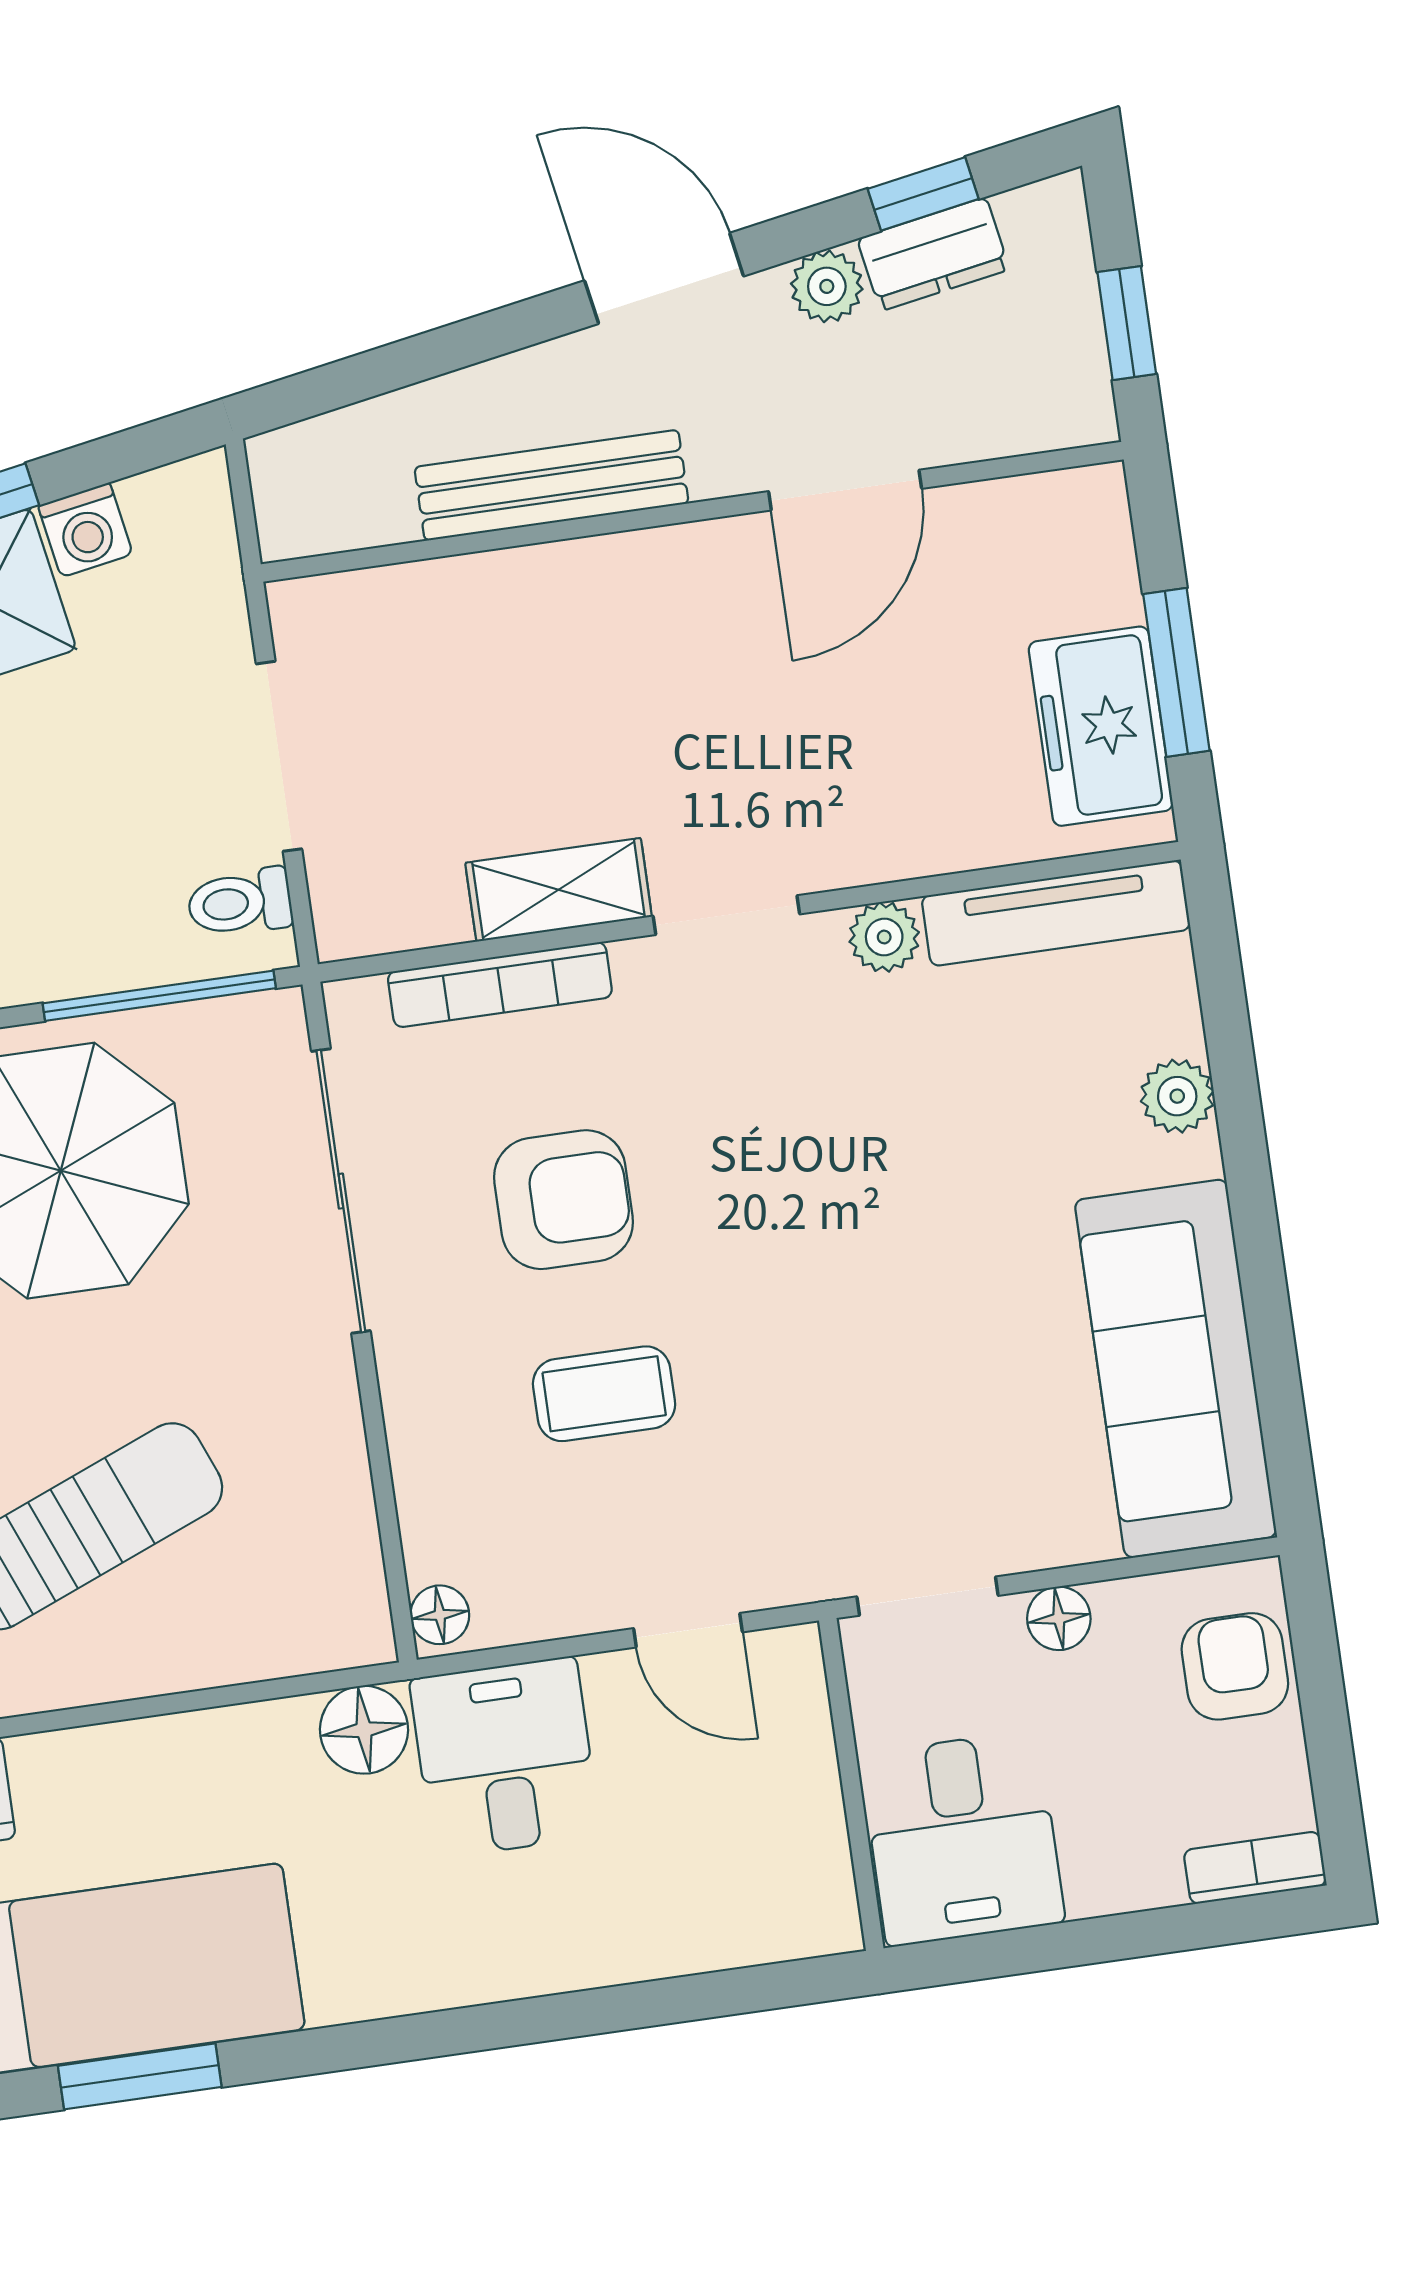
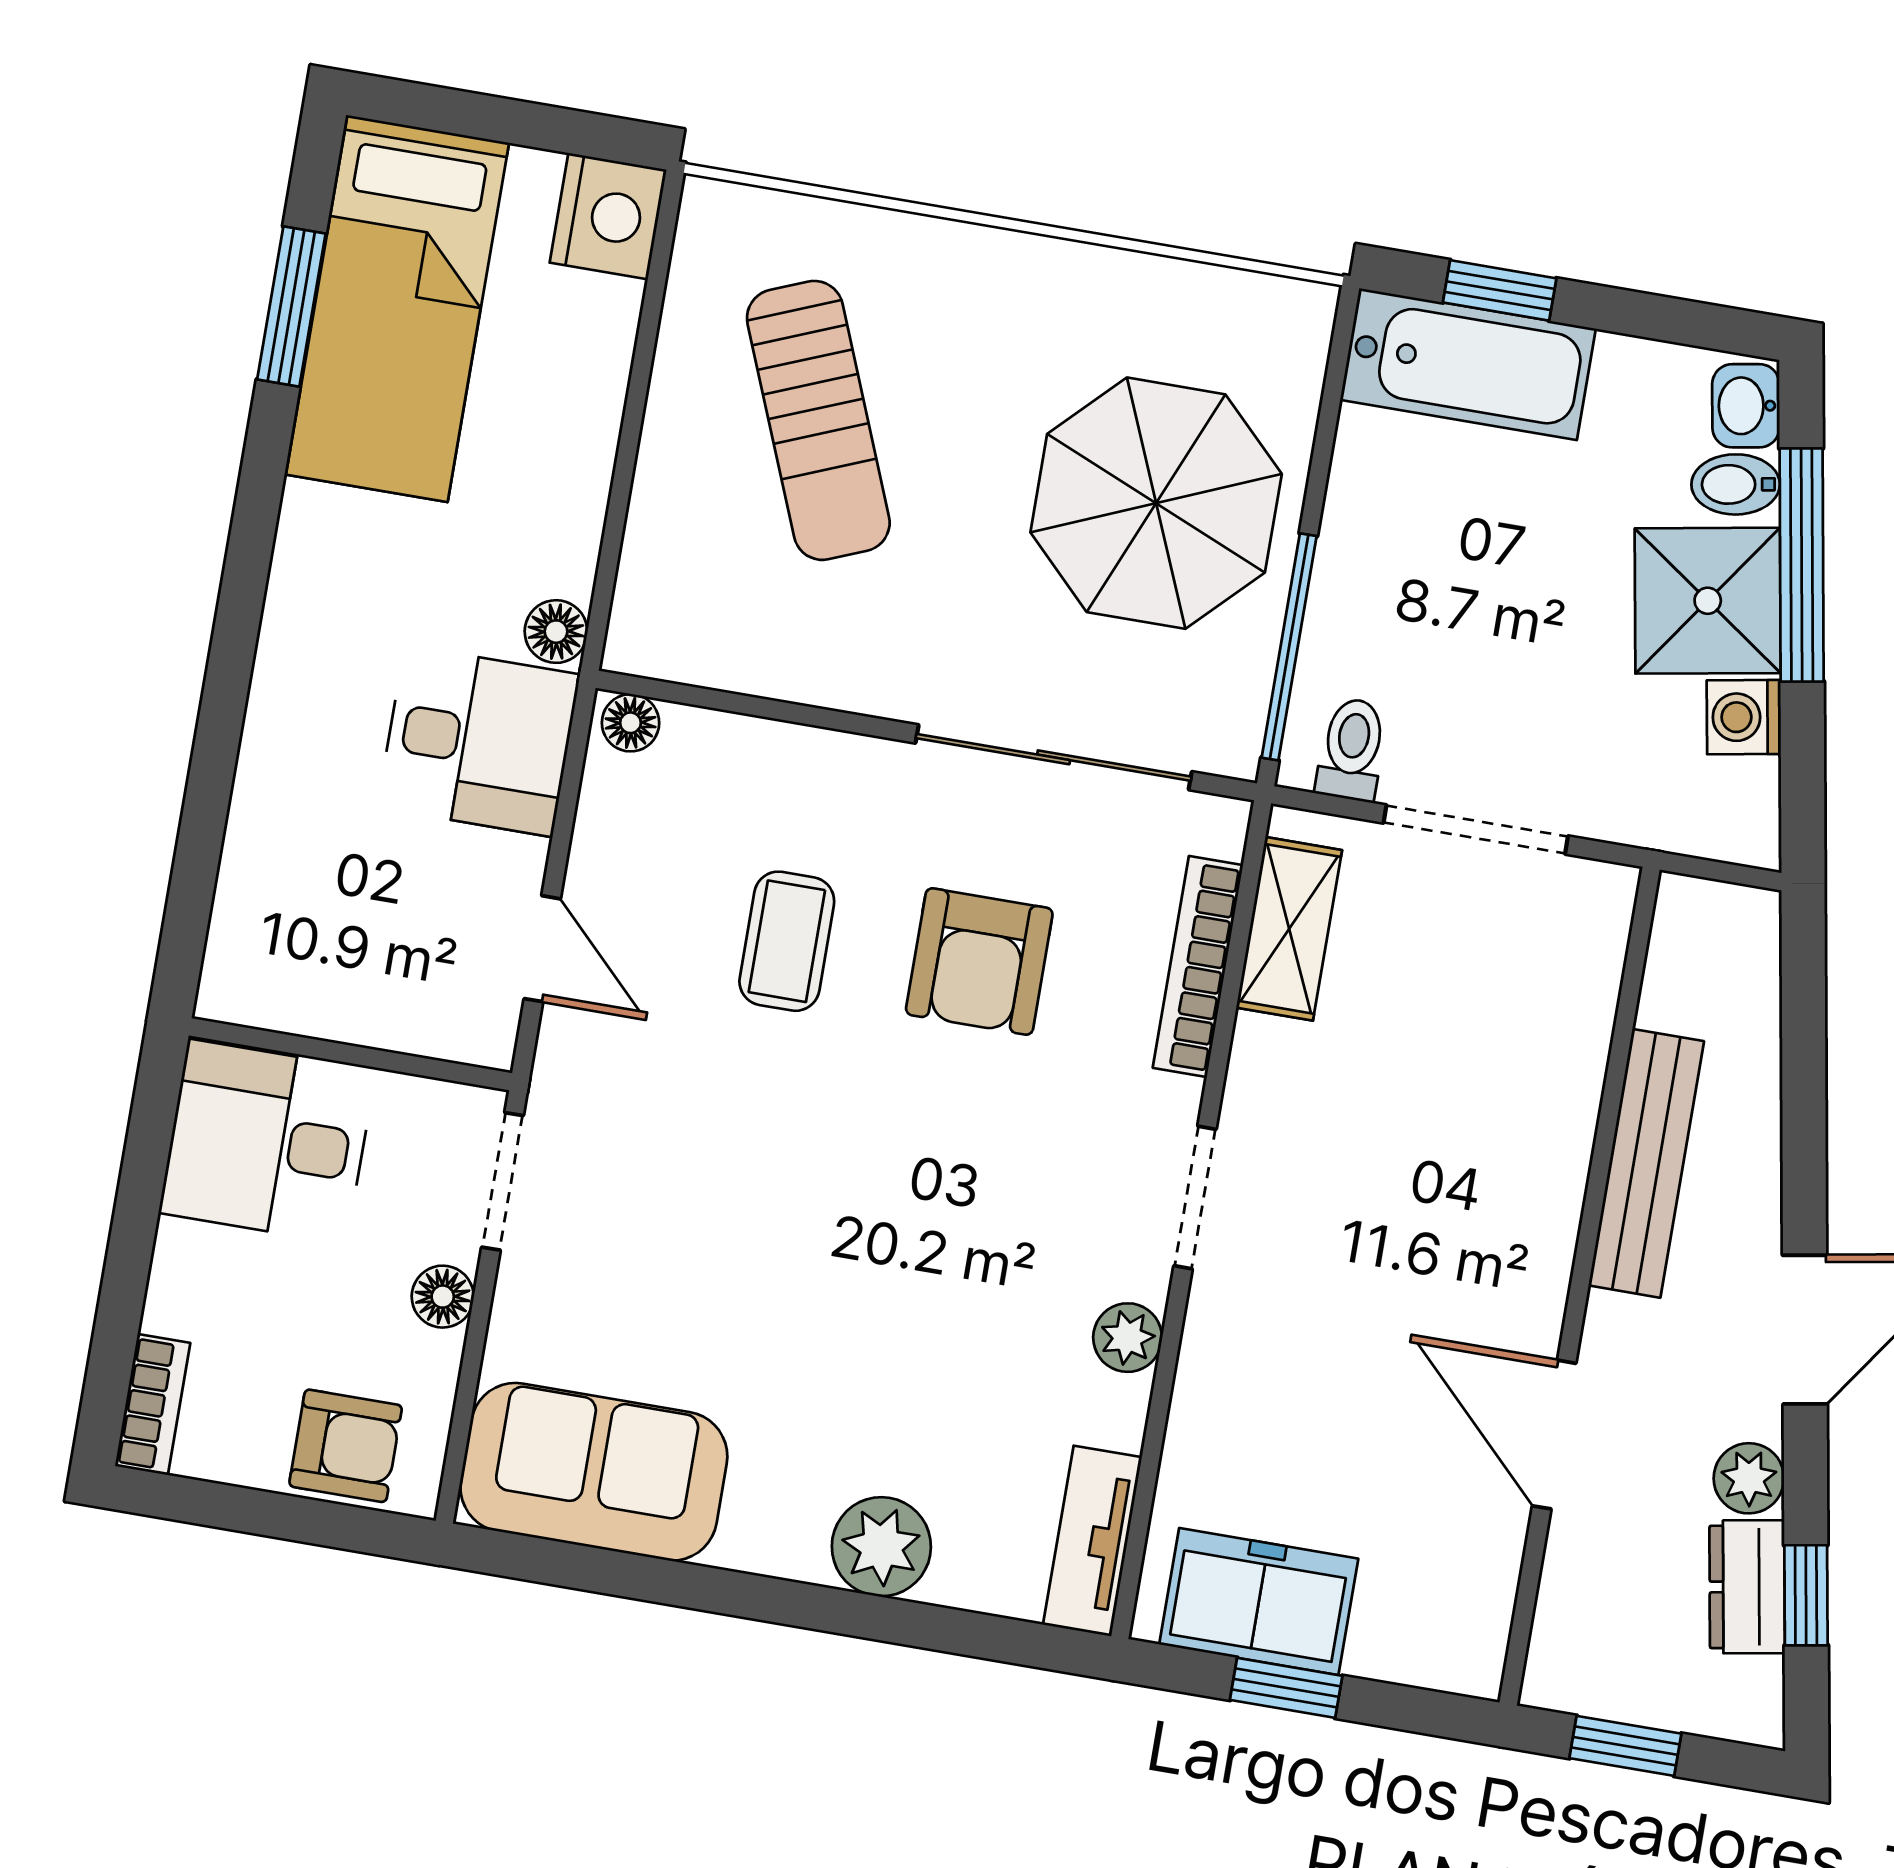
window: (1176, 672) -> (1286, 1688), width x0.67
shelving: (559, 890) -> (1289, 929), moved
tv unit: (1056, 913) -> (1092, 1541), width x0.71
plant: (1177, 1096) -> (881, 1547), width x1.38, depth x1.38
sofa: (1176, 1368) -> (594, 1472), width x0.73
door: (688, 1630) -> (542, 949), swing flipped
floor lamp: (364, 1730) -> (556, 632), width x0.73, depth x0.73

